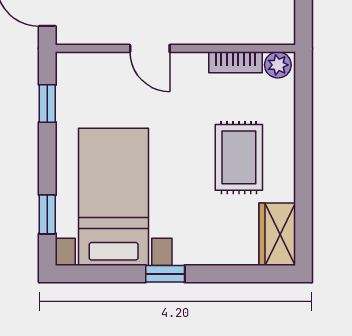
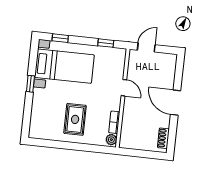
door: (150, 48) -> (124, 88), swing flipped
rug: (239, 157) -> (75, 119), turned 90
wardrobe: (277, 234) -> (42, 132), removed

